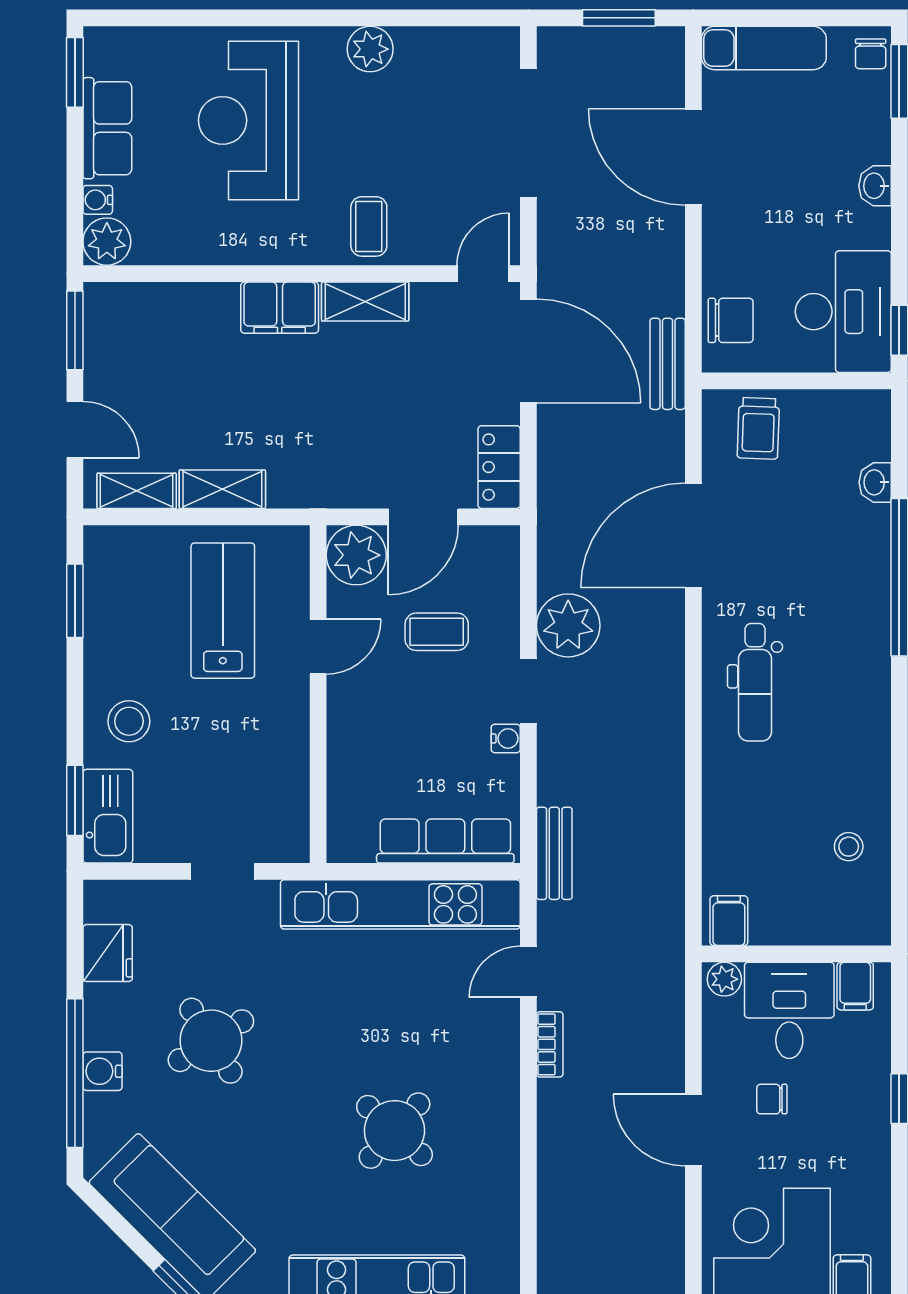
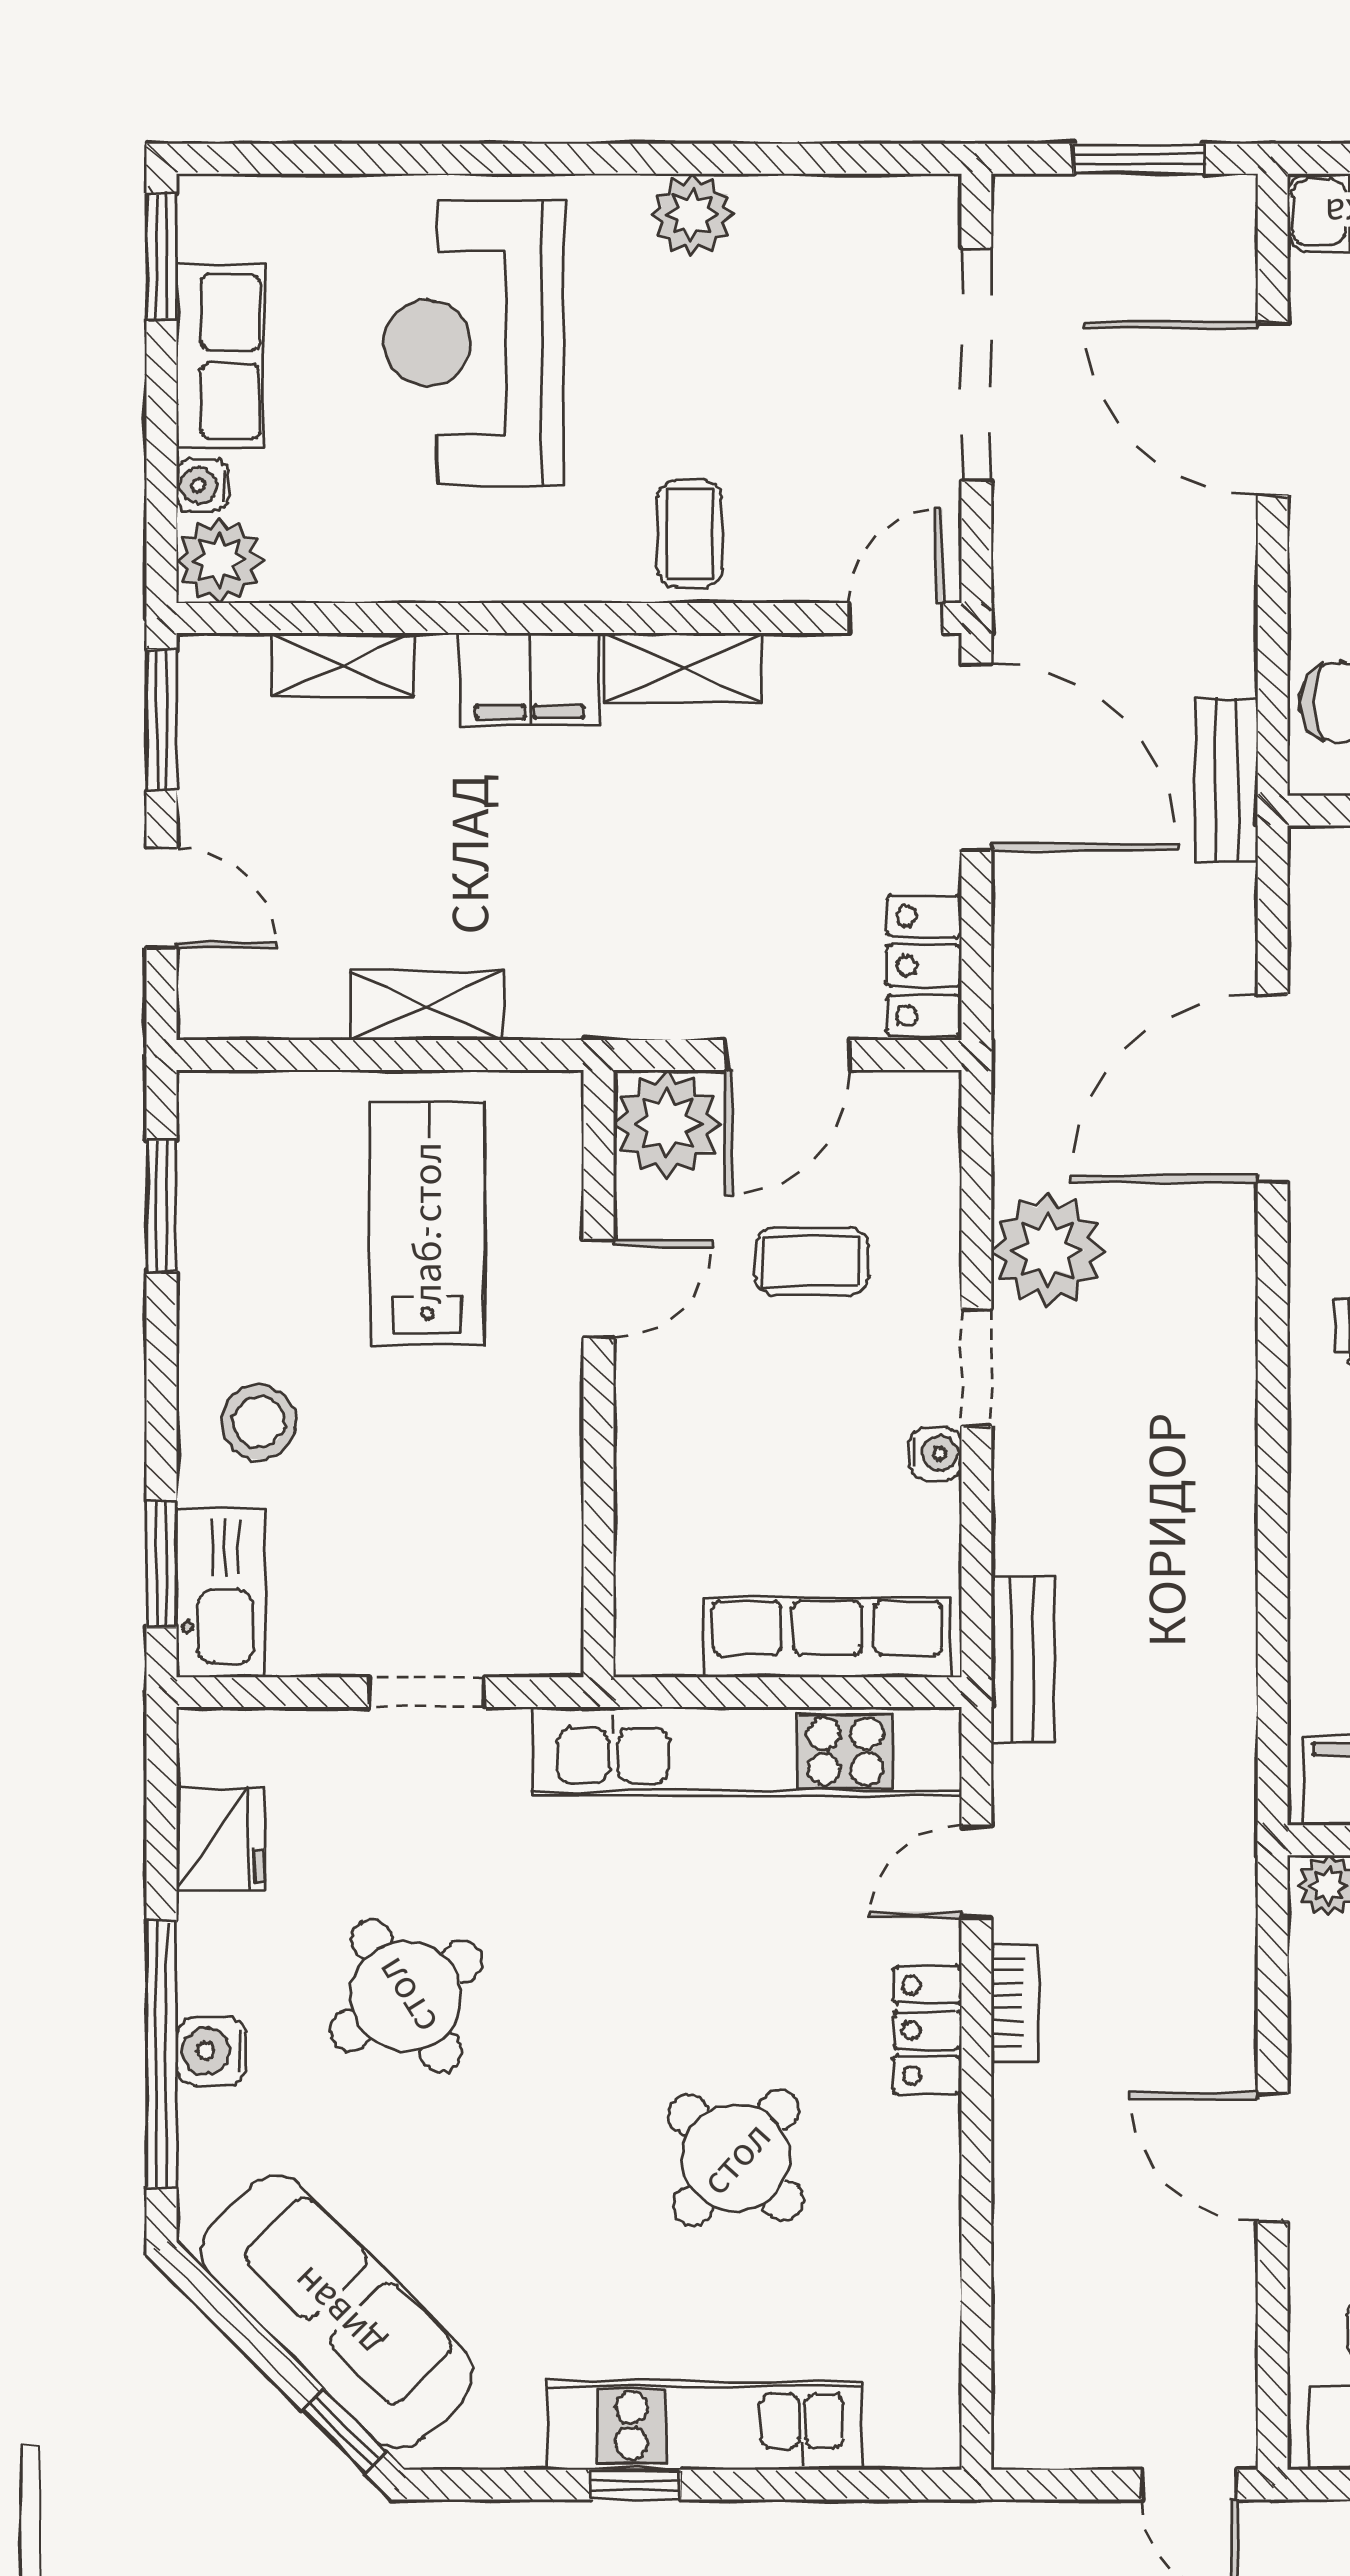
shelving: (137, 491) -> (343, 665), moved
locker: (501, 1060) -> (927, 2030), added

